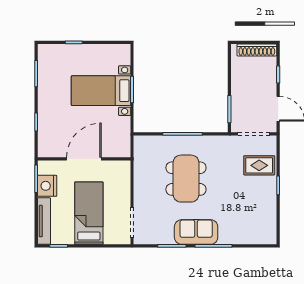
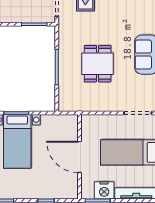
dining table: (186, 179) -> (98, 64), width x0.73

